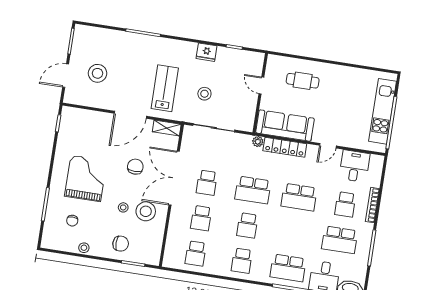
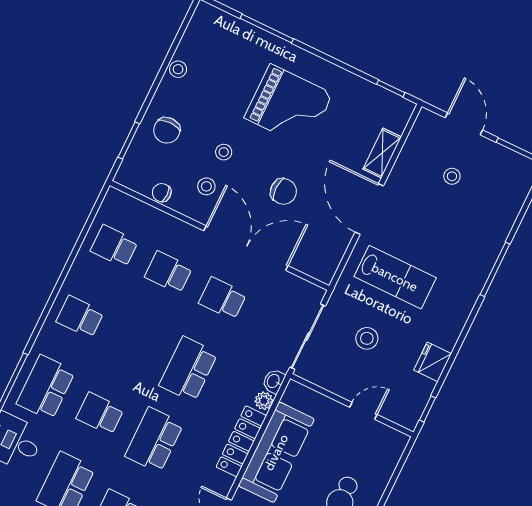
stool: (98, 73) -> (452, 176), width x0.53, depth x0.53
door: (261, 86) -> (363, 411), moved
wall: (260, 93) -> (352, 405), moved
shelving: (167, 128) -> (382, 153), moved
washbasin: (245, 139) -> (274, 381), added
stool: (146, 211) -> (206, 186), width x0.53, depth x0.53
chair: (72, 221) -> (162, 193), moved
school desk: (247, 225) -> (100, 414), moved

